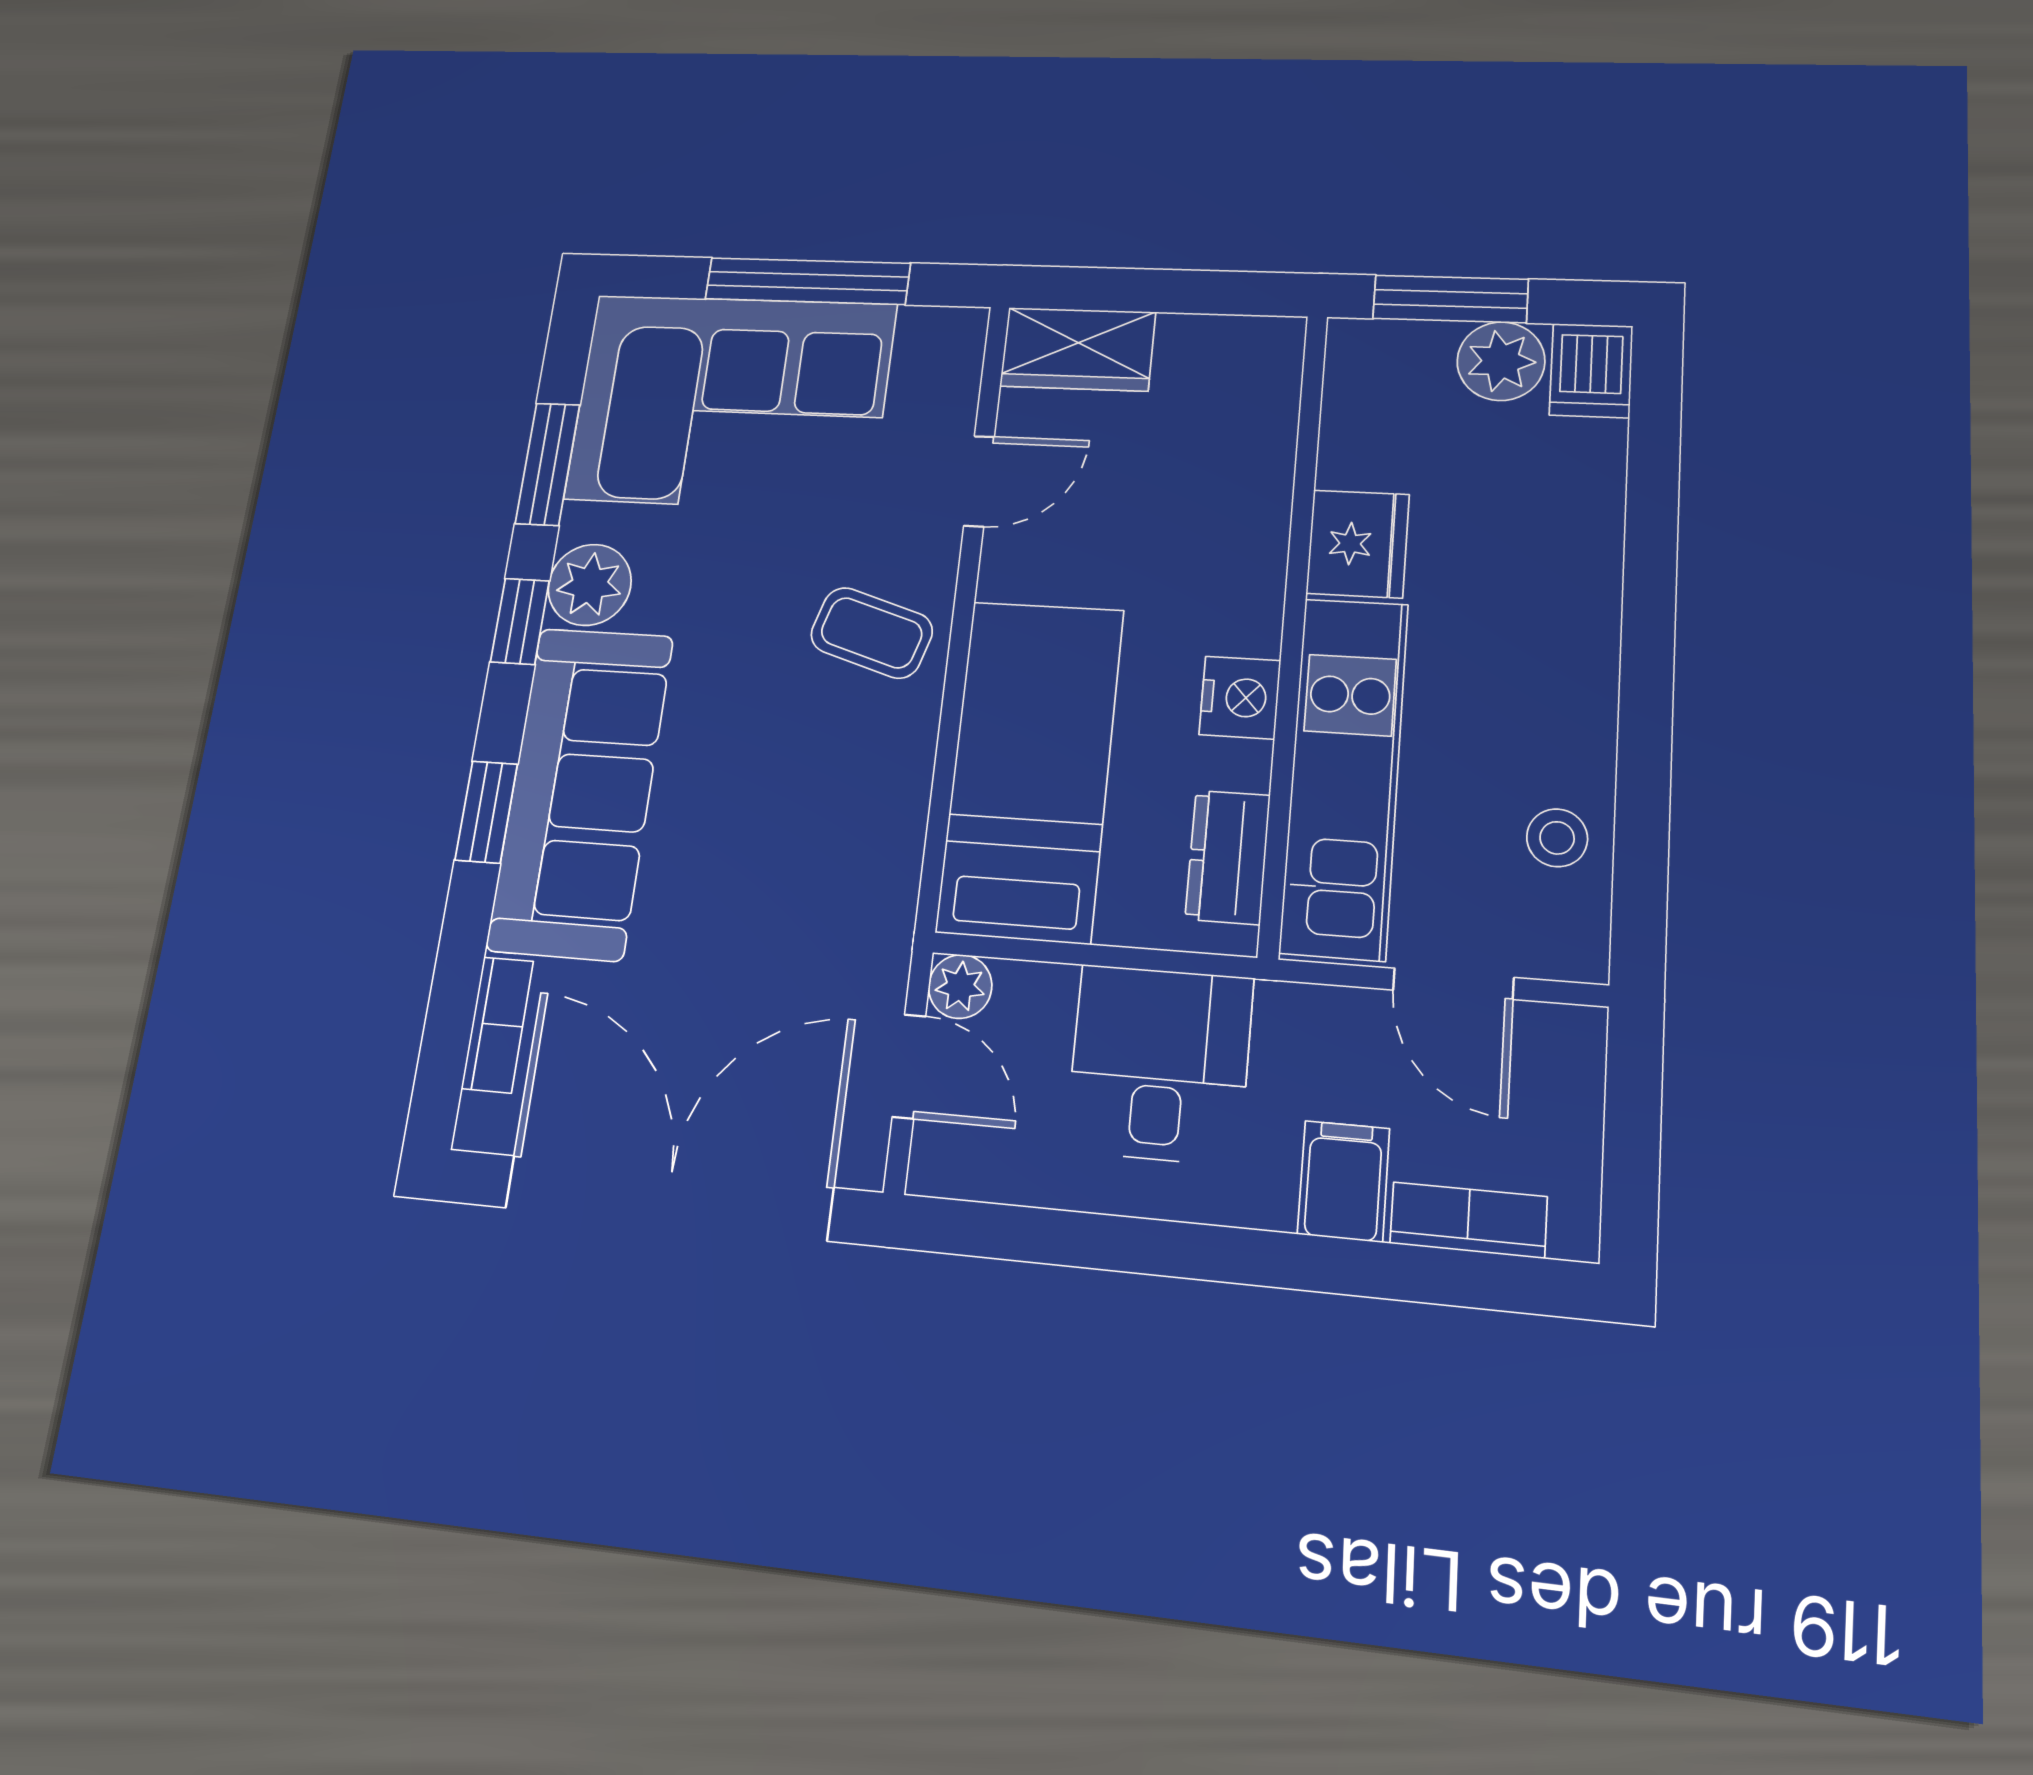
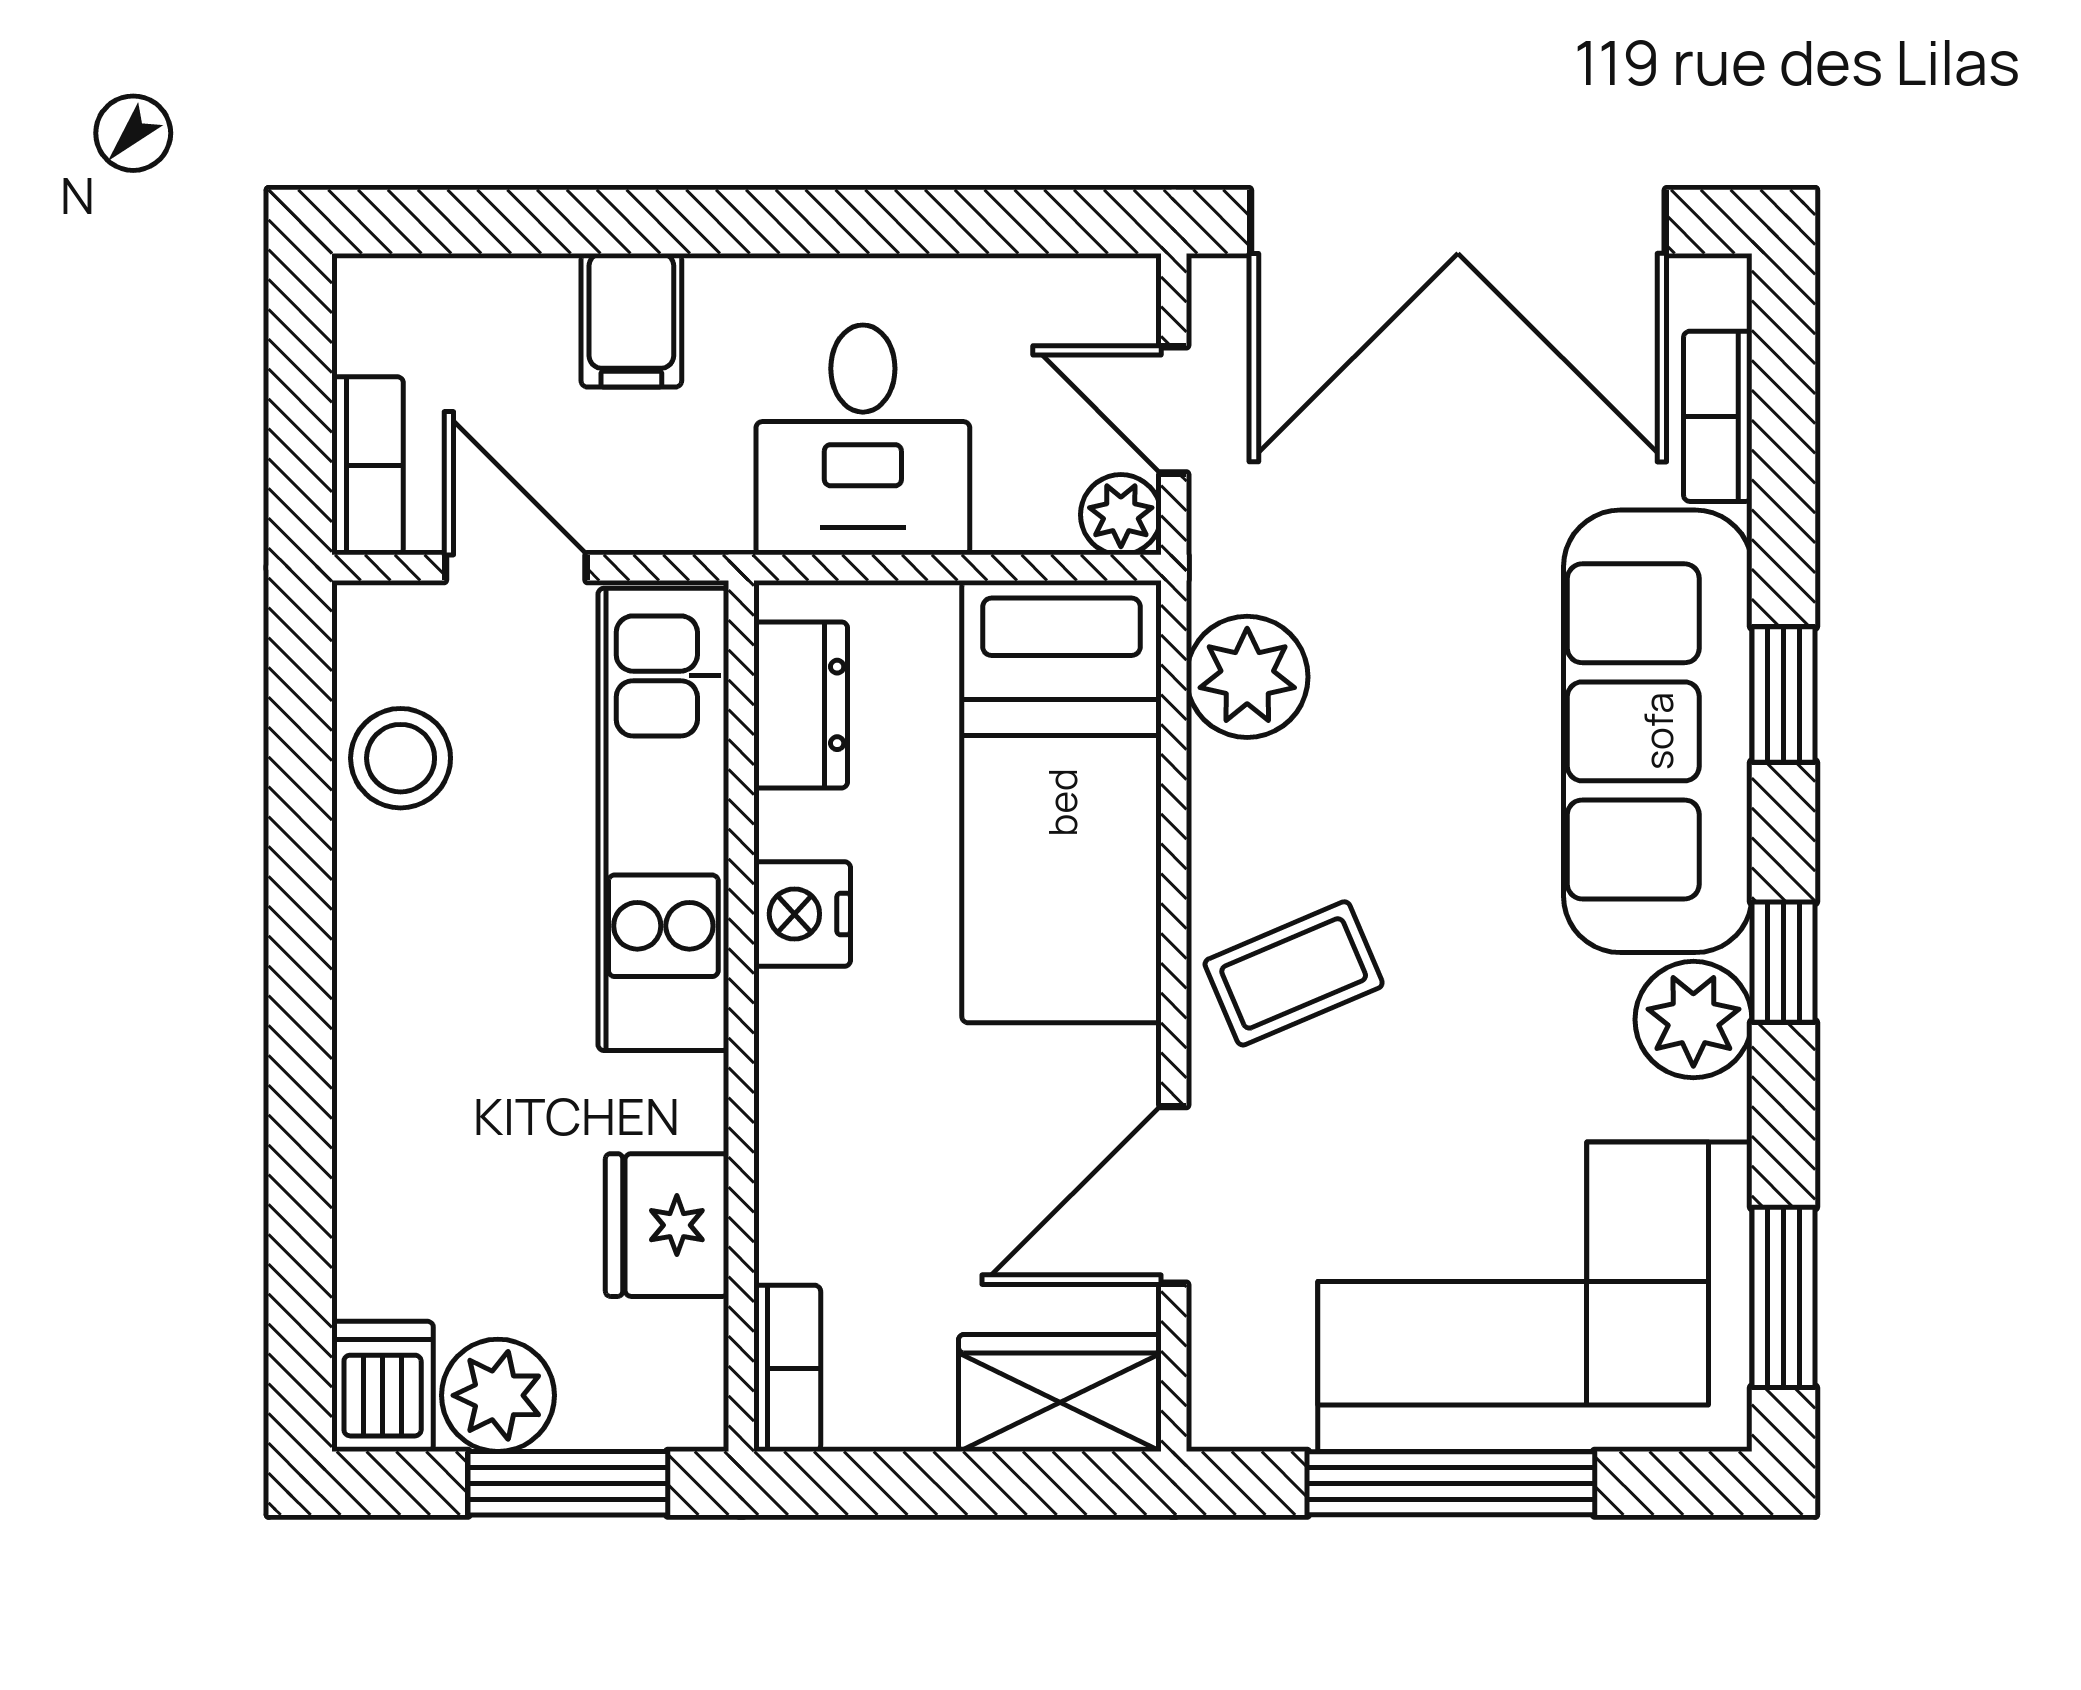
bookcase: (1278, 373) -> (787, 1368), added
window: (548, 464) -> (1784, 1297), moved
door: (979, 481) -> (1174, 1195), width x1.38
fridge: (1358, 544) -> (667, 1225), moved
coffee table: (872, 633) -> (1294, 973), turned -40
stool: (1557, 838) -> (401, 758), width x1.37, depth x1.37
plant: (878, 854) -> (1247, 677), added
bookcase: (1468, 1220) -> (368, 466), moved, turned -90

